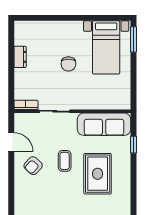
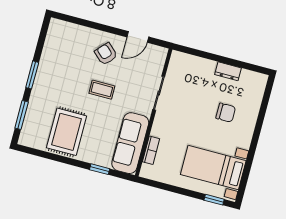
window: (134, 39) -> (214, 200), width x0.67
chair: (68, 64) -> (226, 113), moved, turned 180
bookcase: (26, 105) -> (151, 150), moved
rug: (98, 174) -> (67, 132), moved, turned 90

